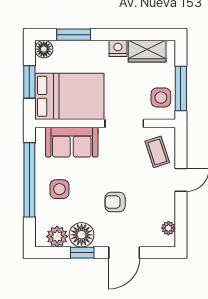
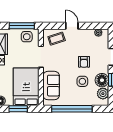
side table: (60, 189) -> (82, 81), moved

